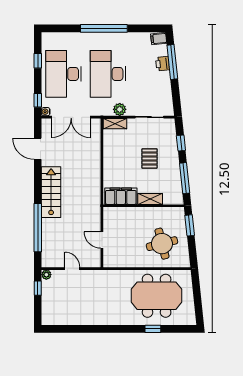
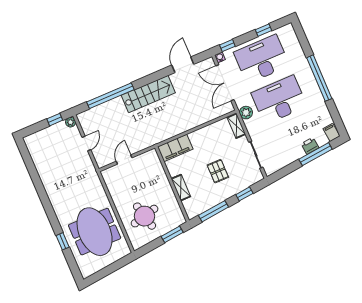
plant: (120, 109) -> (246, 113), moved
pallet: (150, 158) -> (218, 171), turned 90
filing cabinet: (121, 196) -> (175, 148), moved, turned 90

